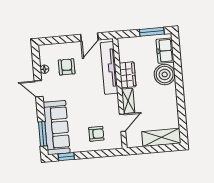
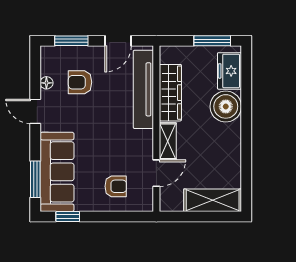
window: (59, 40) -> (71, 41), added
armchair: (67, 67) -> (80, 82), turned -90
wardrobe: (128, 75) -> (170, 93), width x1.50

